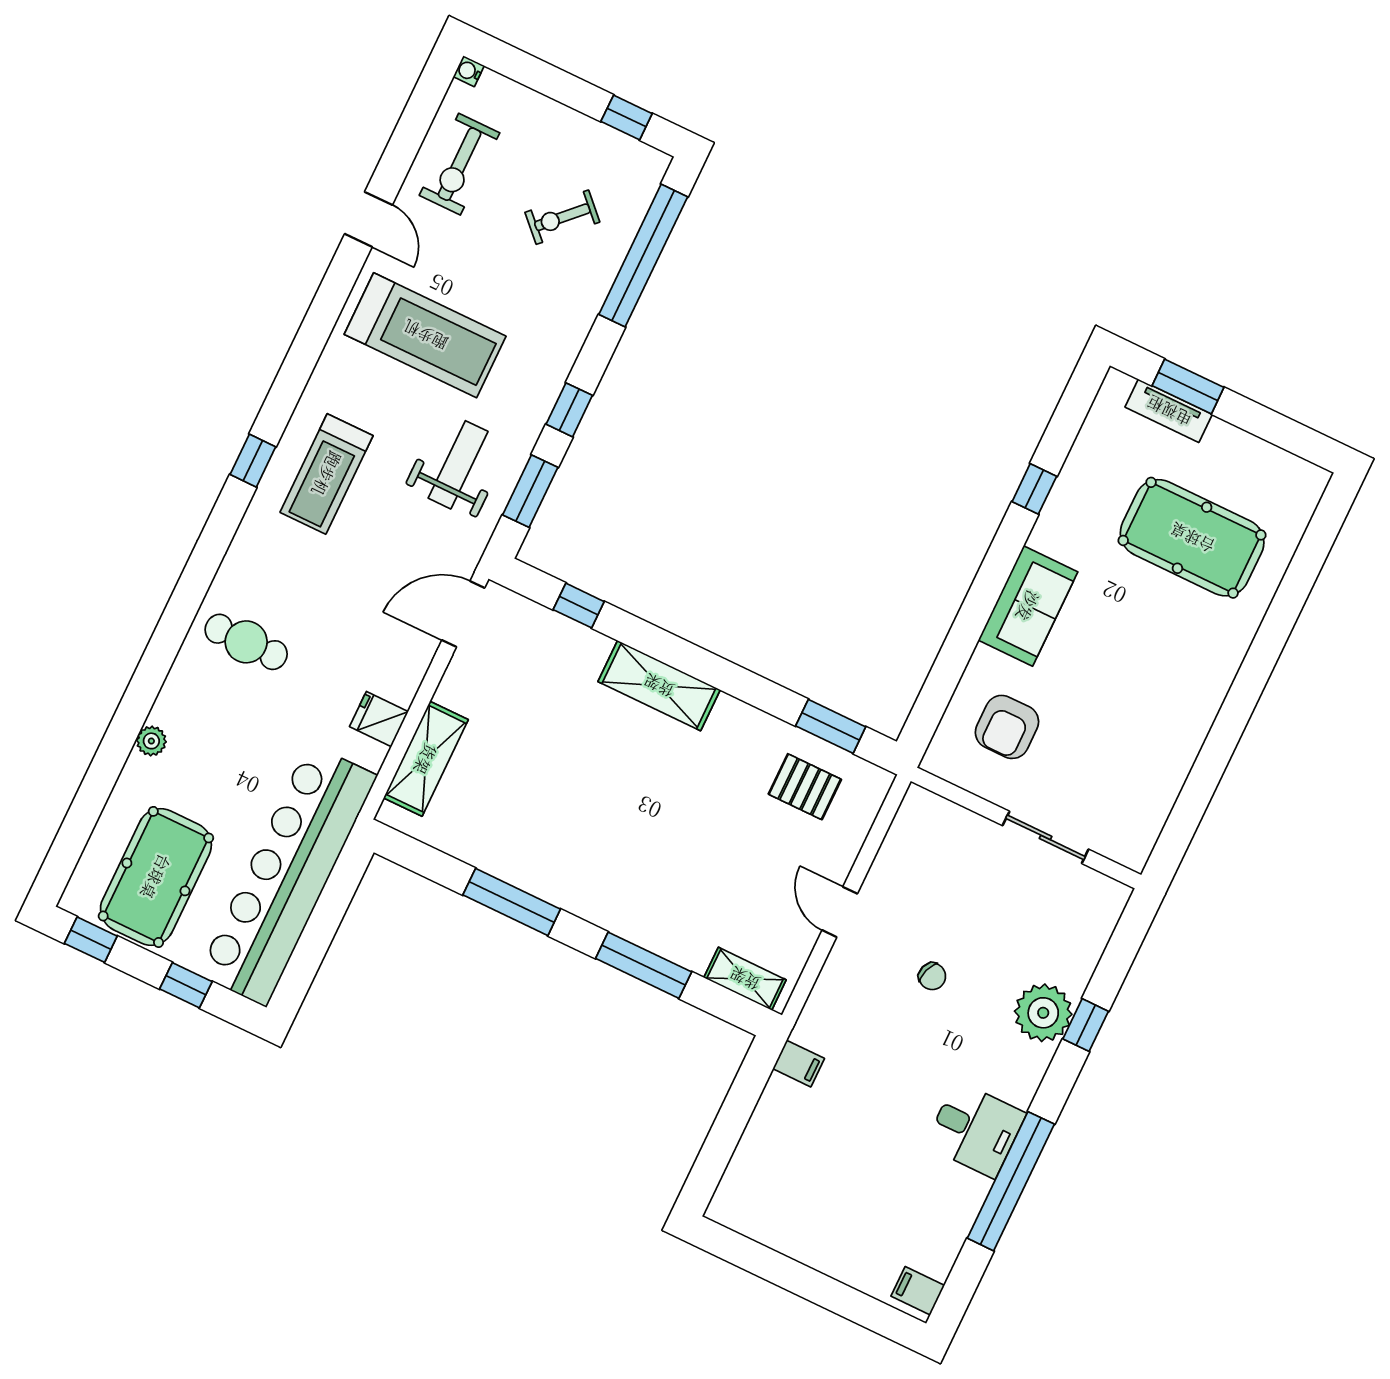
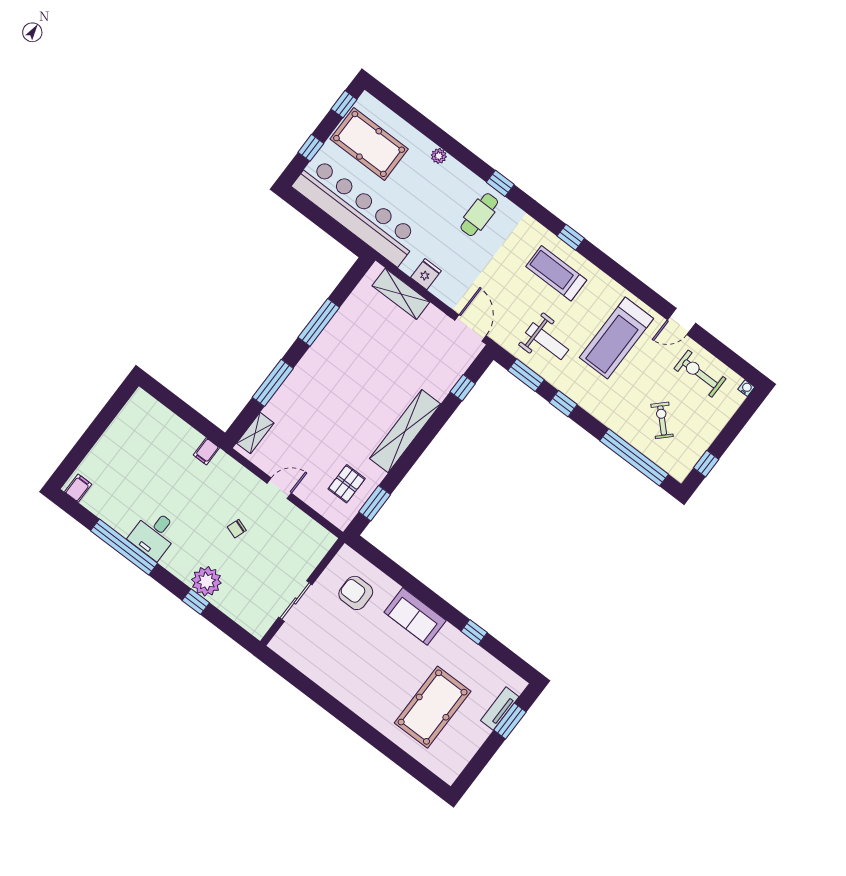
window: (179, 615) -> (500, 183), added
shelving: (659, 686) -> (405, 431), width x1.47

